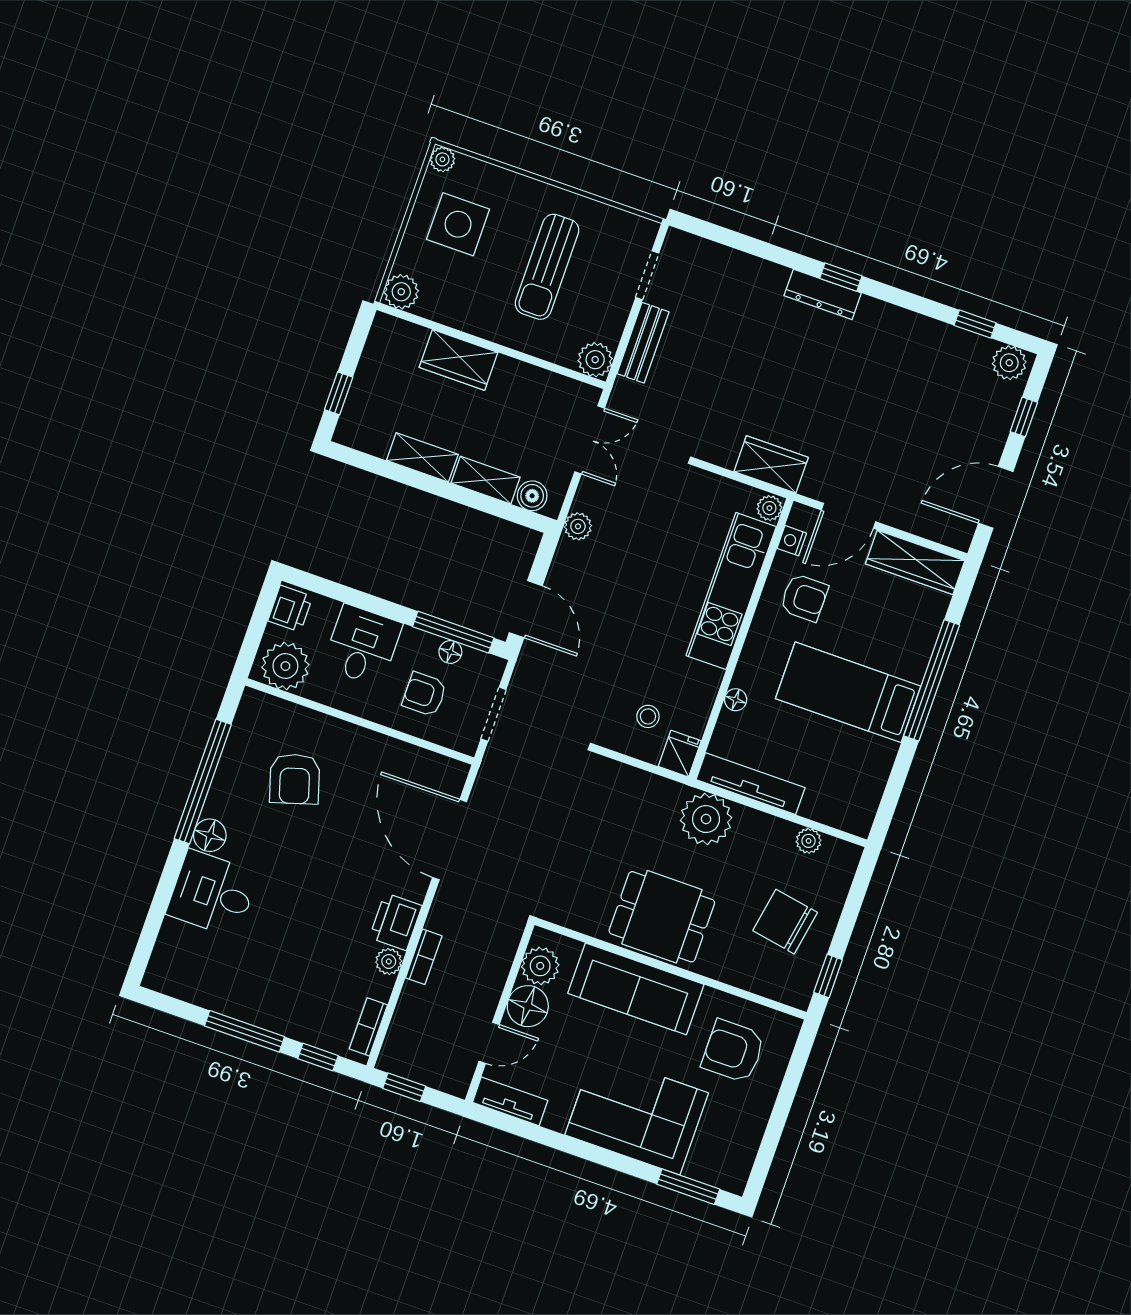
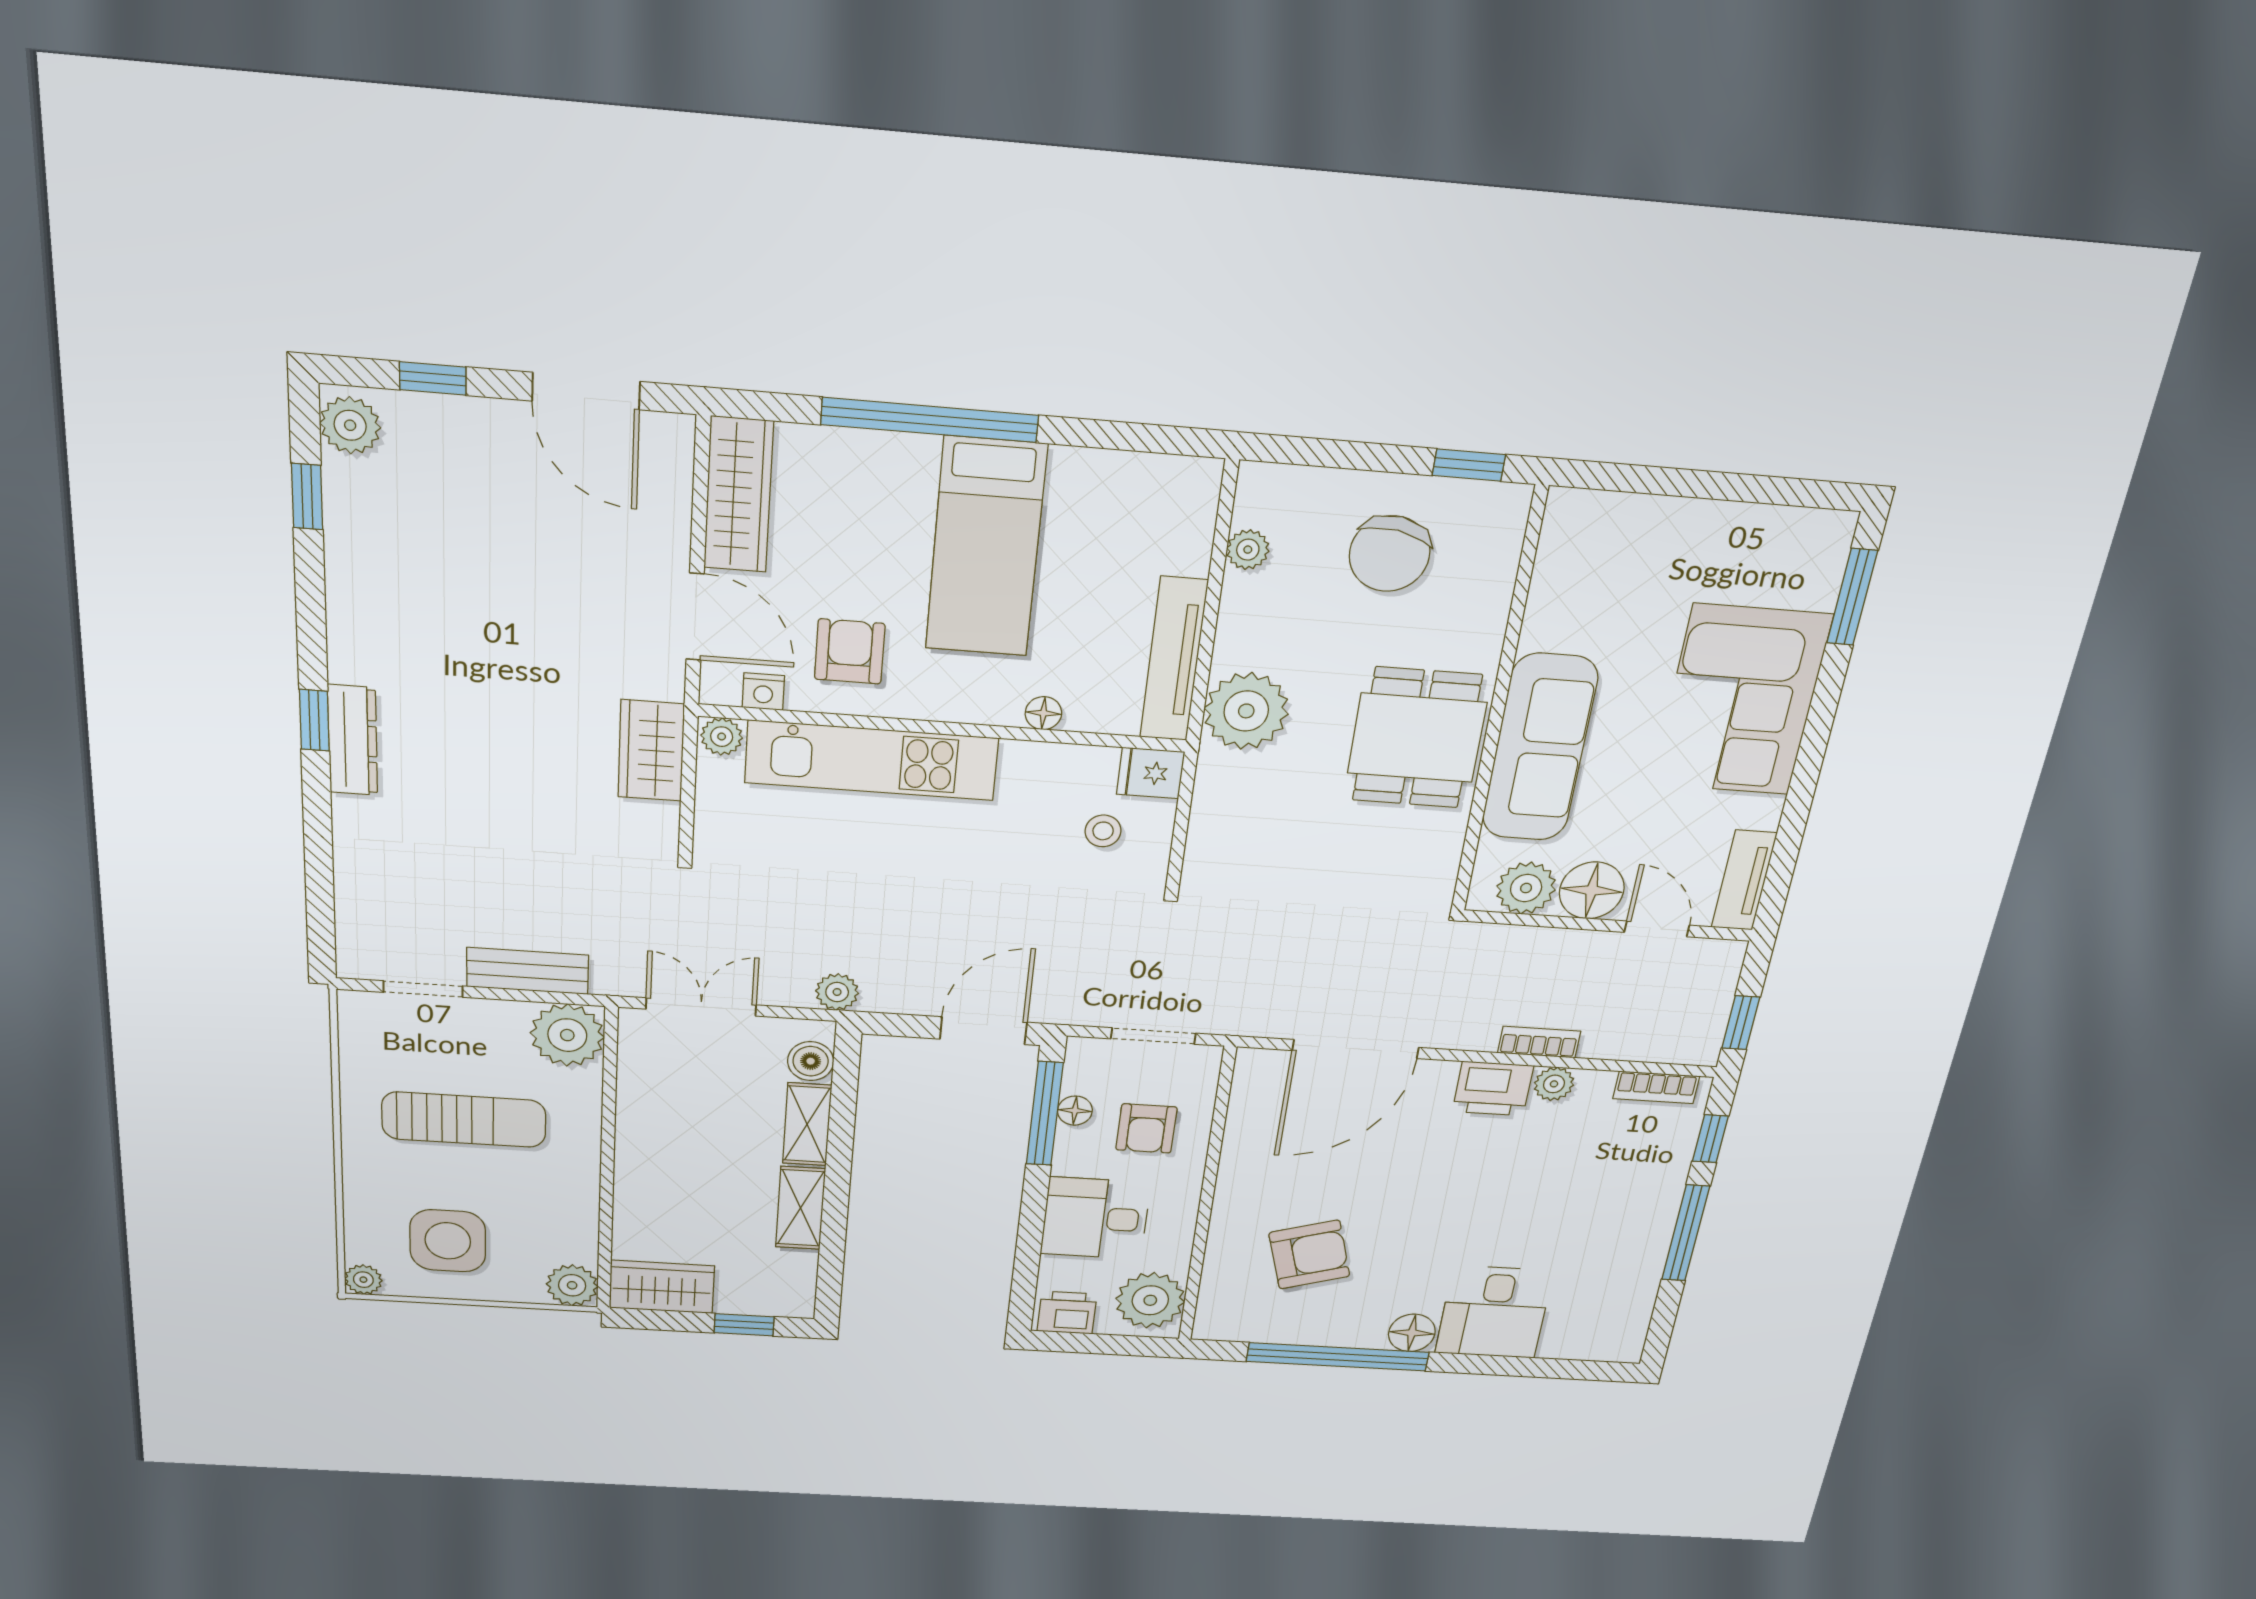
wardrobe: (459, 360) -> (662, 1287), moved, turned -90
plant: (595, 360) -> (567, 1035), width x1.36, depth x1.36
armchair: (733, 1051) -> (1618, 582), removed

